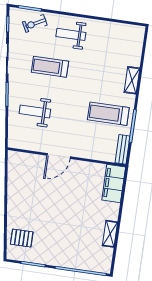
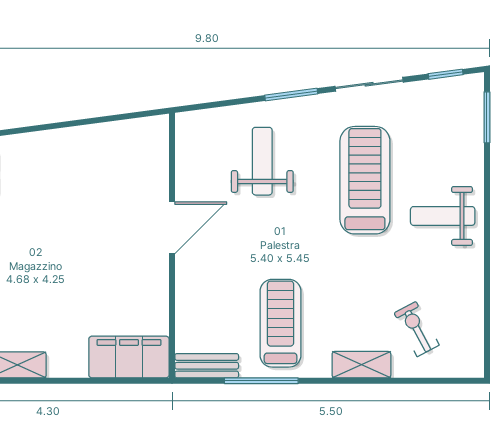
exercise bike: (35, 24) -> (417, 329), moved
weight bench: (71, 34) -> (443, 216), turned -90
treadmill: (50, 67) -> (365, 180), width x1.37, depth x1.38
door: (59, 156) -> (172, 228), swing flipped

